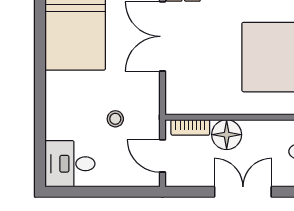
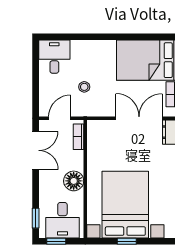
floor lamp: (227, 135) -> (74, 181), moved
double door: (243, 192) -> (36, 150), moved

